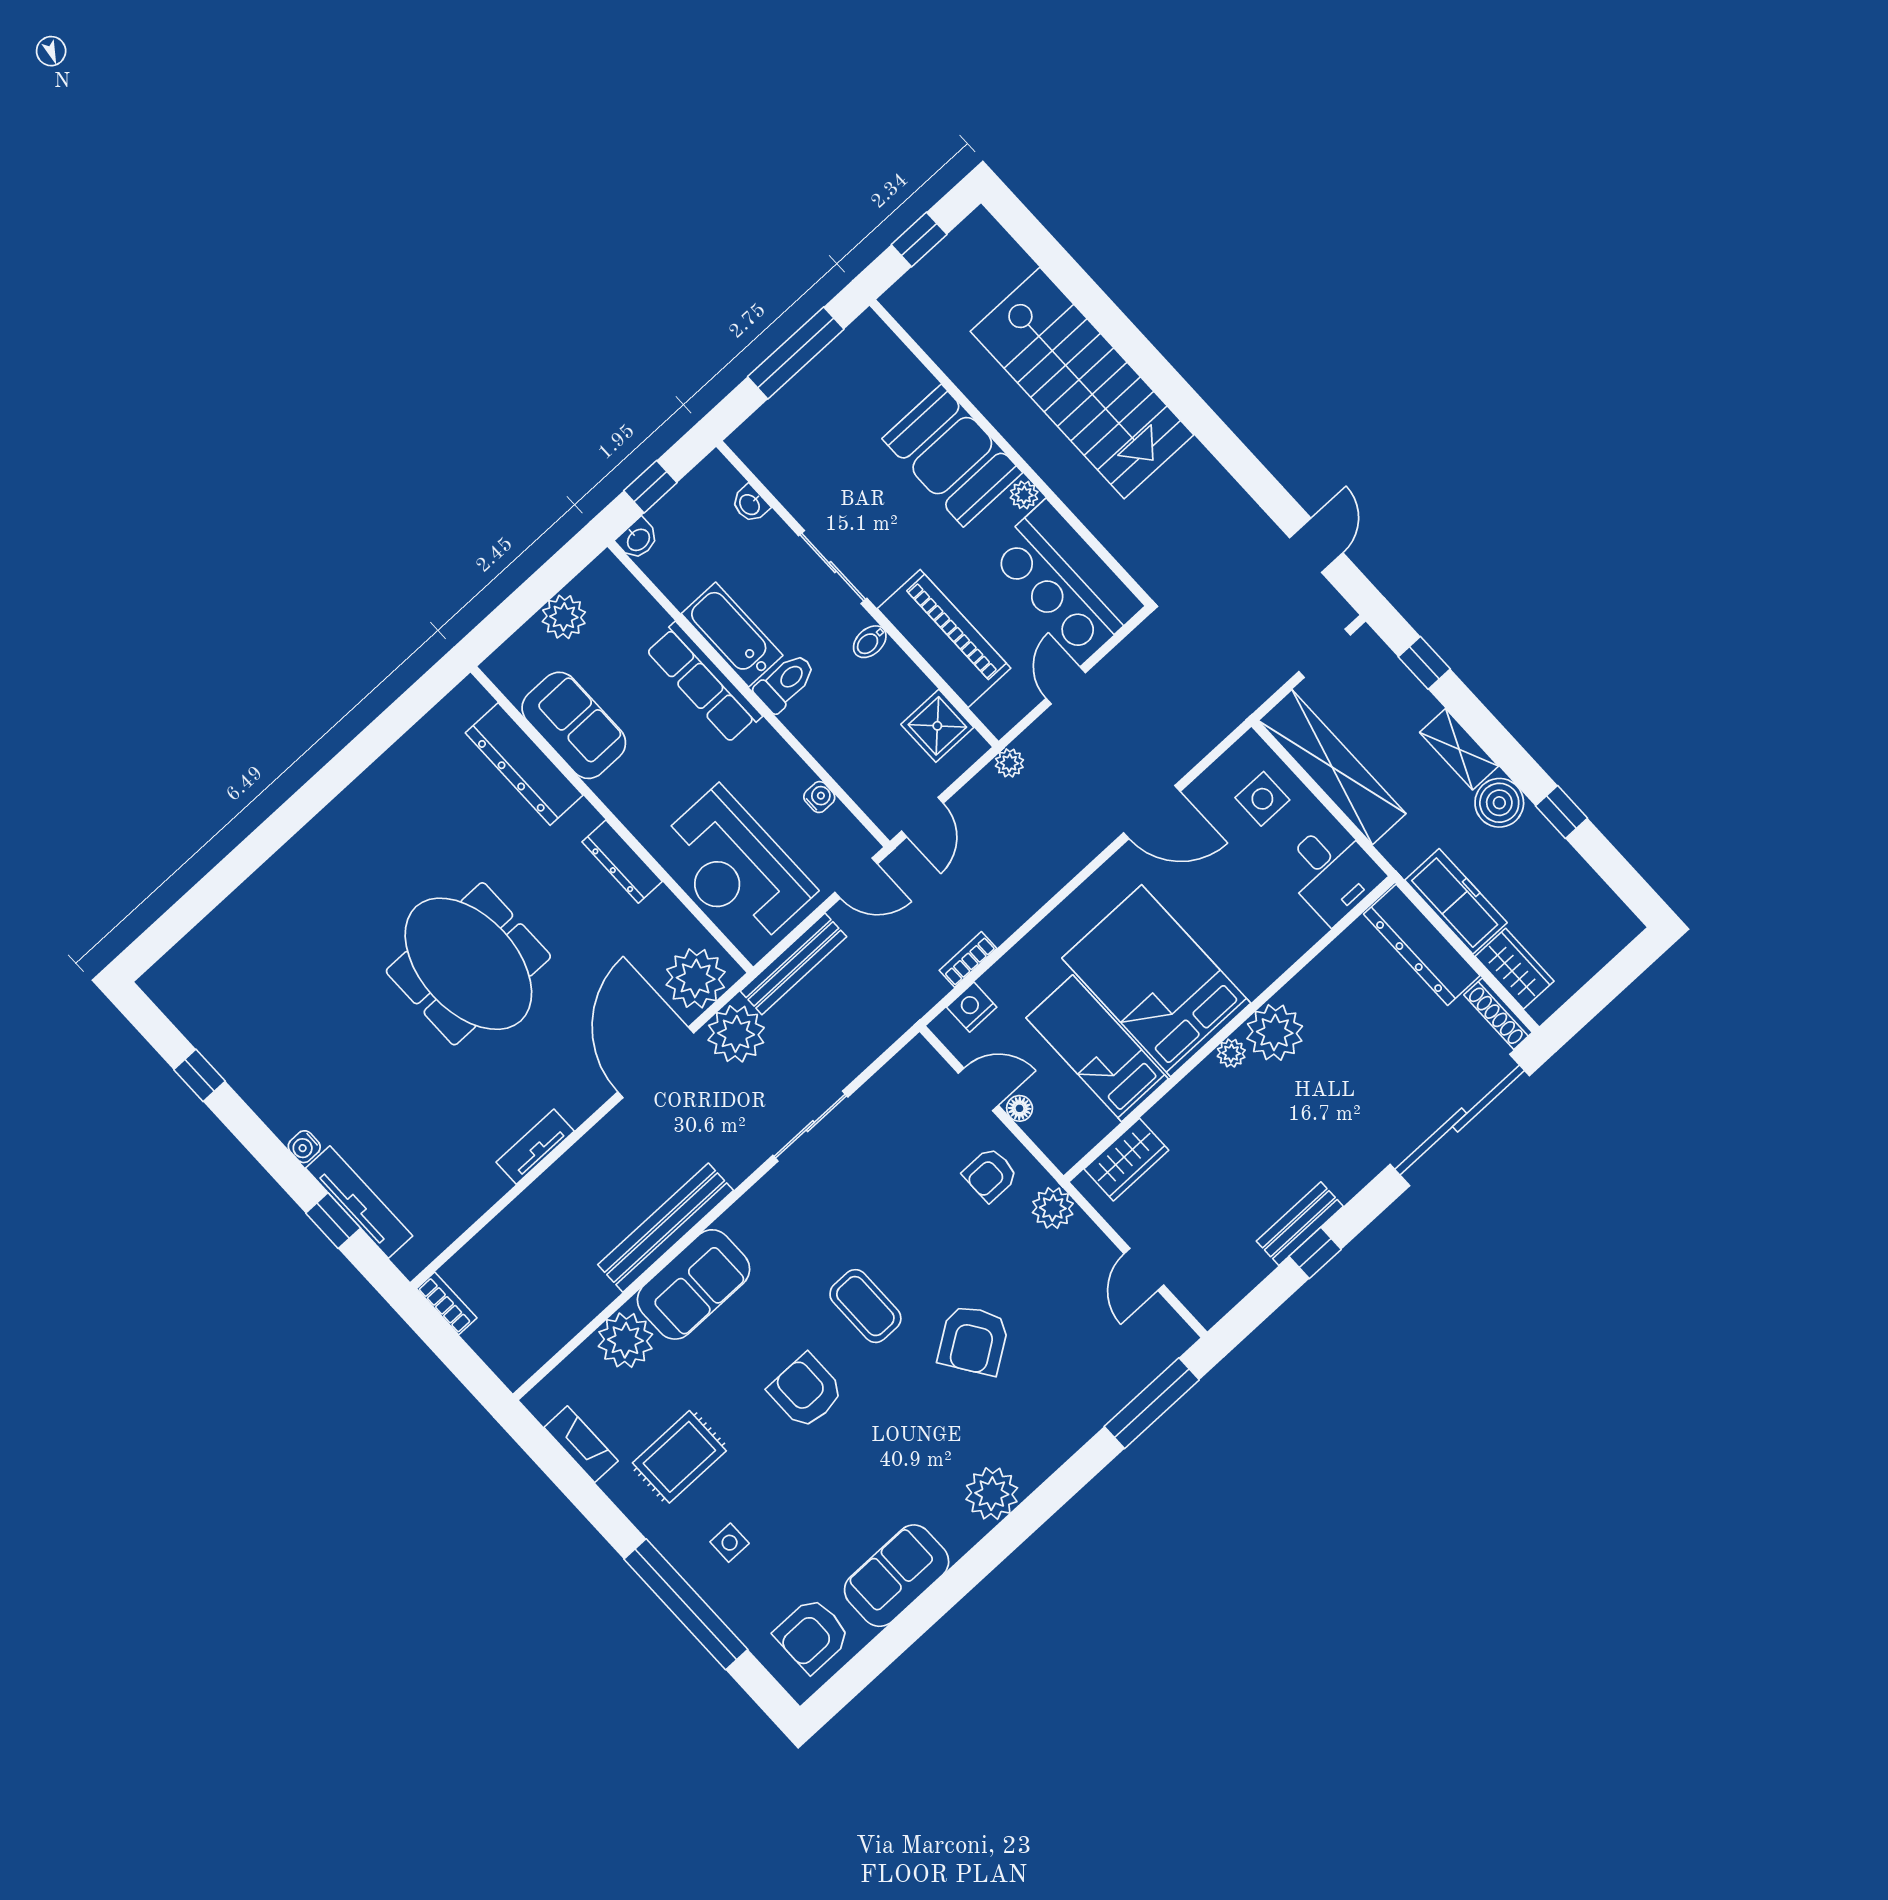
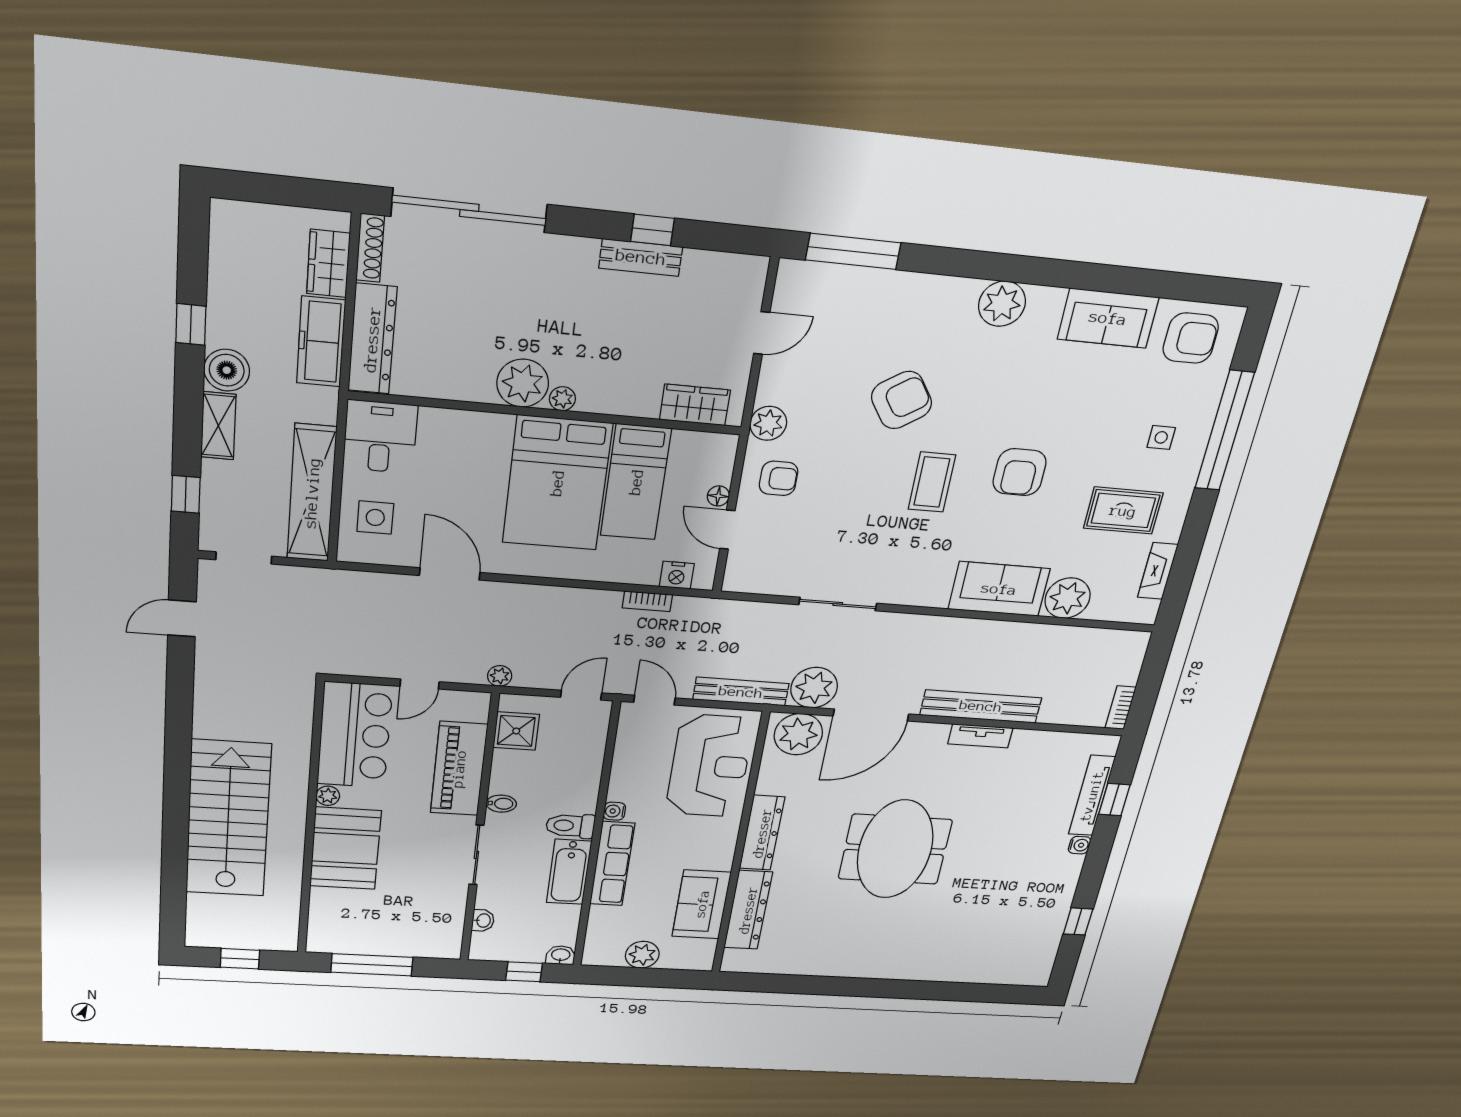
water cooler: (819, 797) -> (614, 811), moved
dresser: (622, 862) -> (762, 833), width x1.37, depth x1.24
bench: (666, 1228) -> (981, 706), moved

